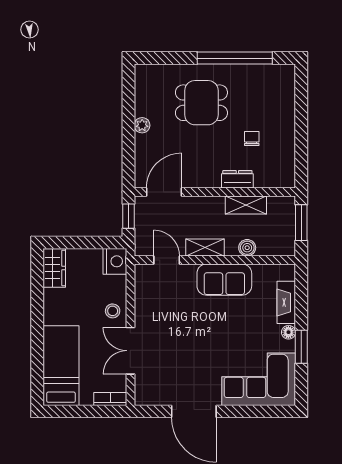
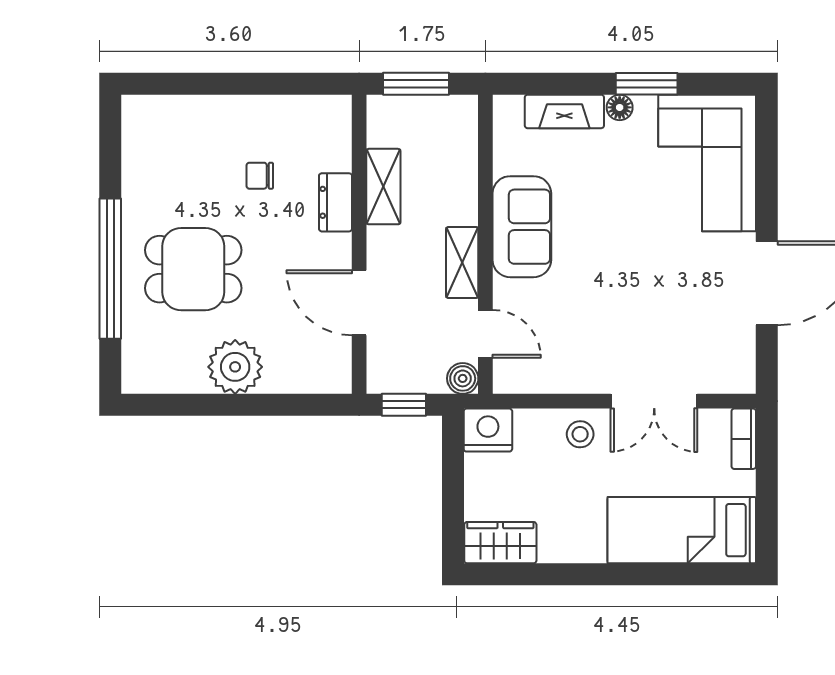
window: (235, 58) -> (110, 269), moved
dining table: (201, 103) -> (193, 269), turned 90
plant: (142, 125) -> (235, 367), width x1.88, depth x1.88
door: (164, 192) -> (359, 303), moved
boiler: (247, 248) -> (463, 378), moved
door: (167, 260) -> (485, 334), swing flipped

